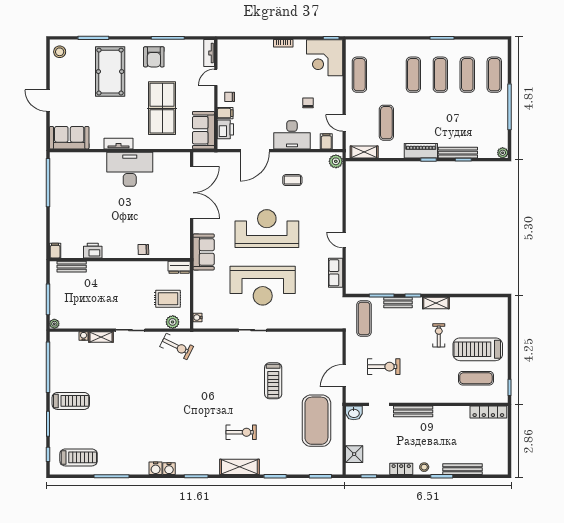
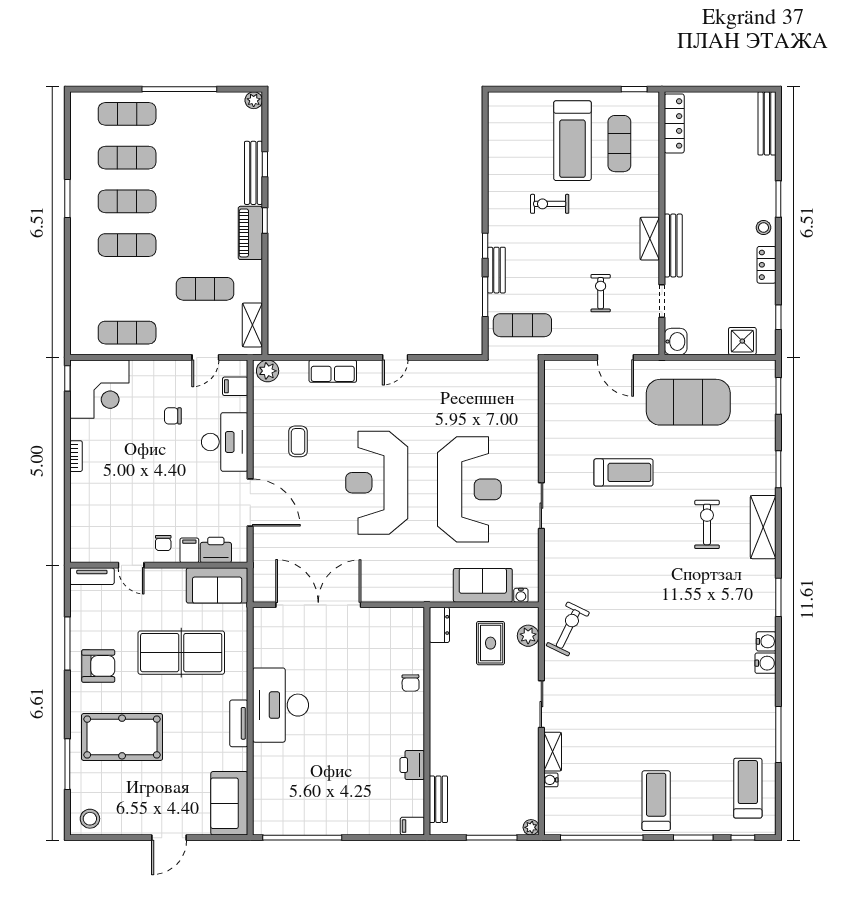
sofa: (204, 252) -> (483, 585), moved
row of seats: (336, 273) -> (333, 371), moved
shelving: (436, 303) -> (650, 239), moved
exercise bike: (384, 367) -> (601, 293), width x0.73, depth x0.72
bench: (462, 469) -> (767, 123), moved

